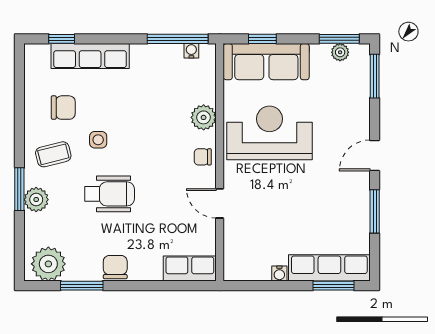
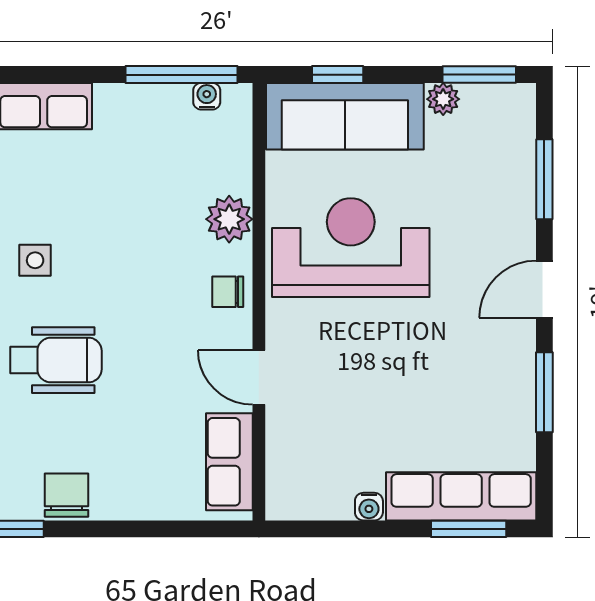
plant: (340, 52) -> (443, 99), moved
window: (375, 76) -> (544, 179), moved
row of seats: (190, 268) -> (229, 462), moved, turned -90

